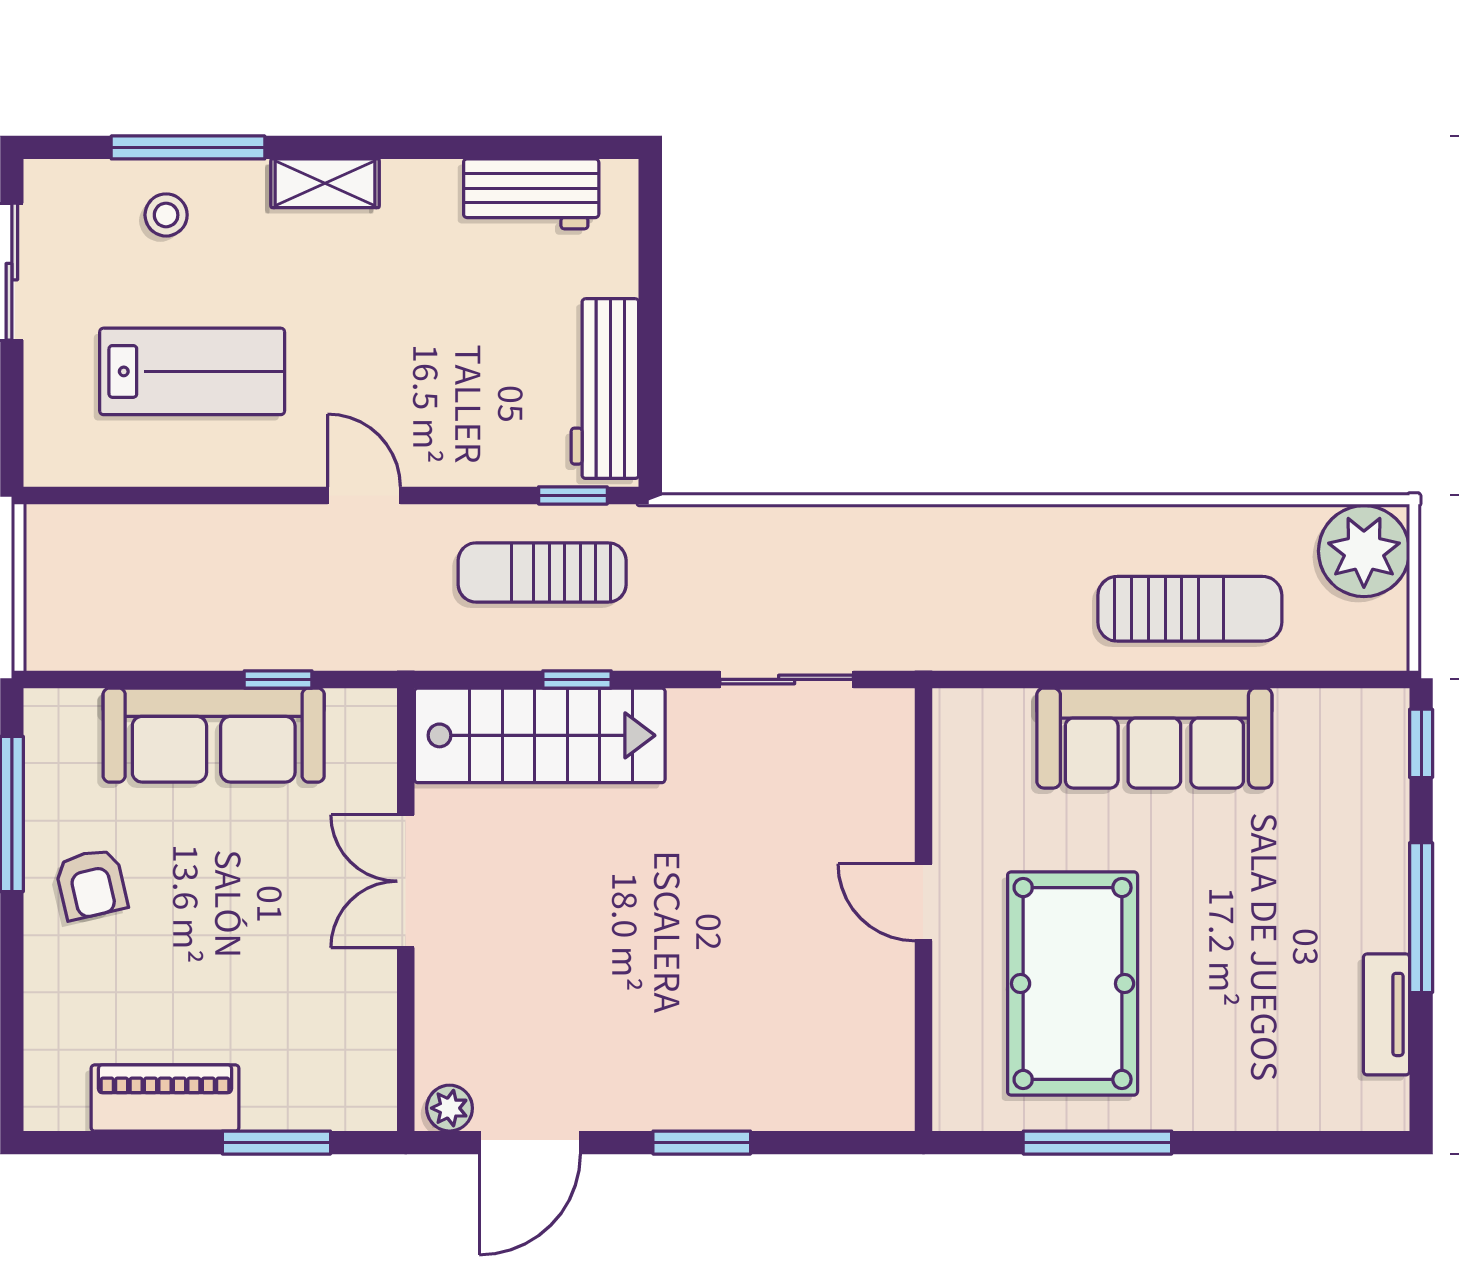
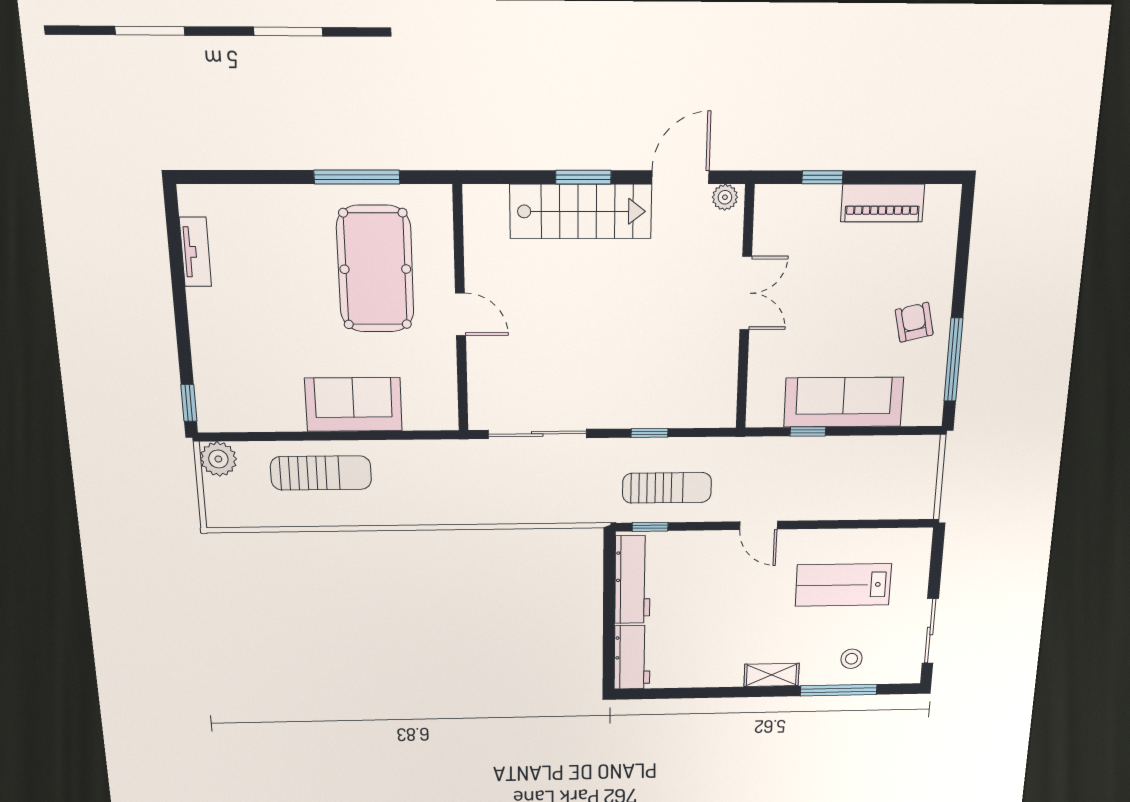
workbench: (531, 194) -> (632, 657), moved, turned 90
plant: (1364, 551) -> (218, 459), moved, width x0.73, depth x0.73
sun lounger: (1190, 609) -> (321, 473), turned 180
sliding door: (787, 679) -> (537, 434), width x1.37
stairs: (540, 735) -> (581, 211), moved, turned 180
sofa: (1154, 738) -> (354, 405), width x0.73
double door: (406, 881) -> (746, 293), moved
window: (1421, 918) -> (180, 307), removed
window: (276, 1143) -> (822, 177), width x0.67

